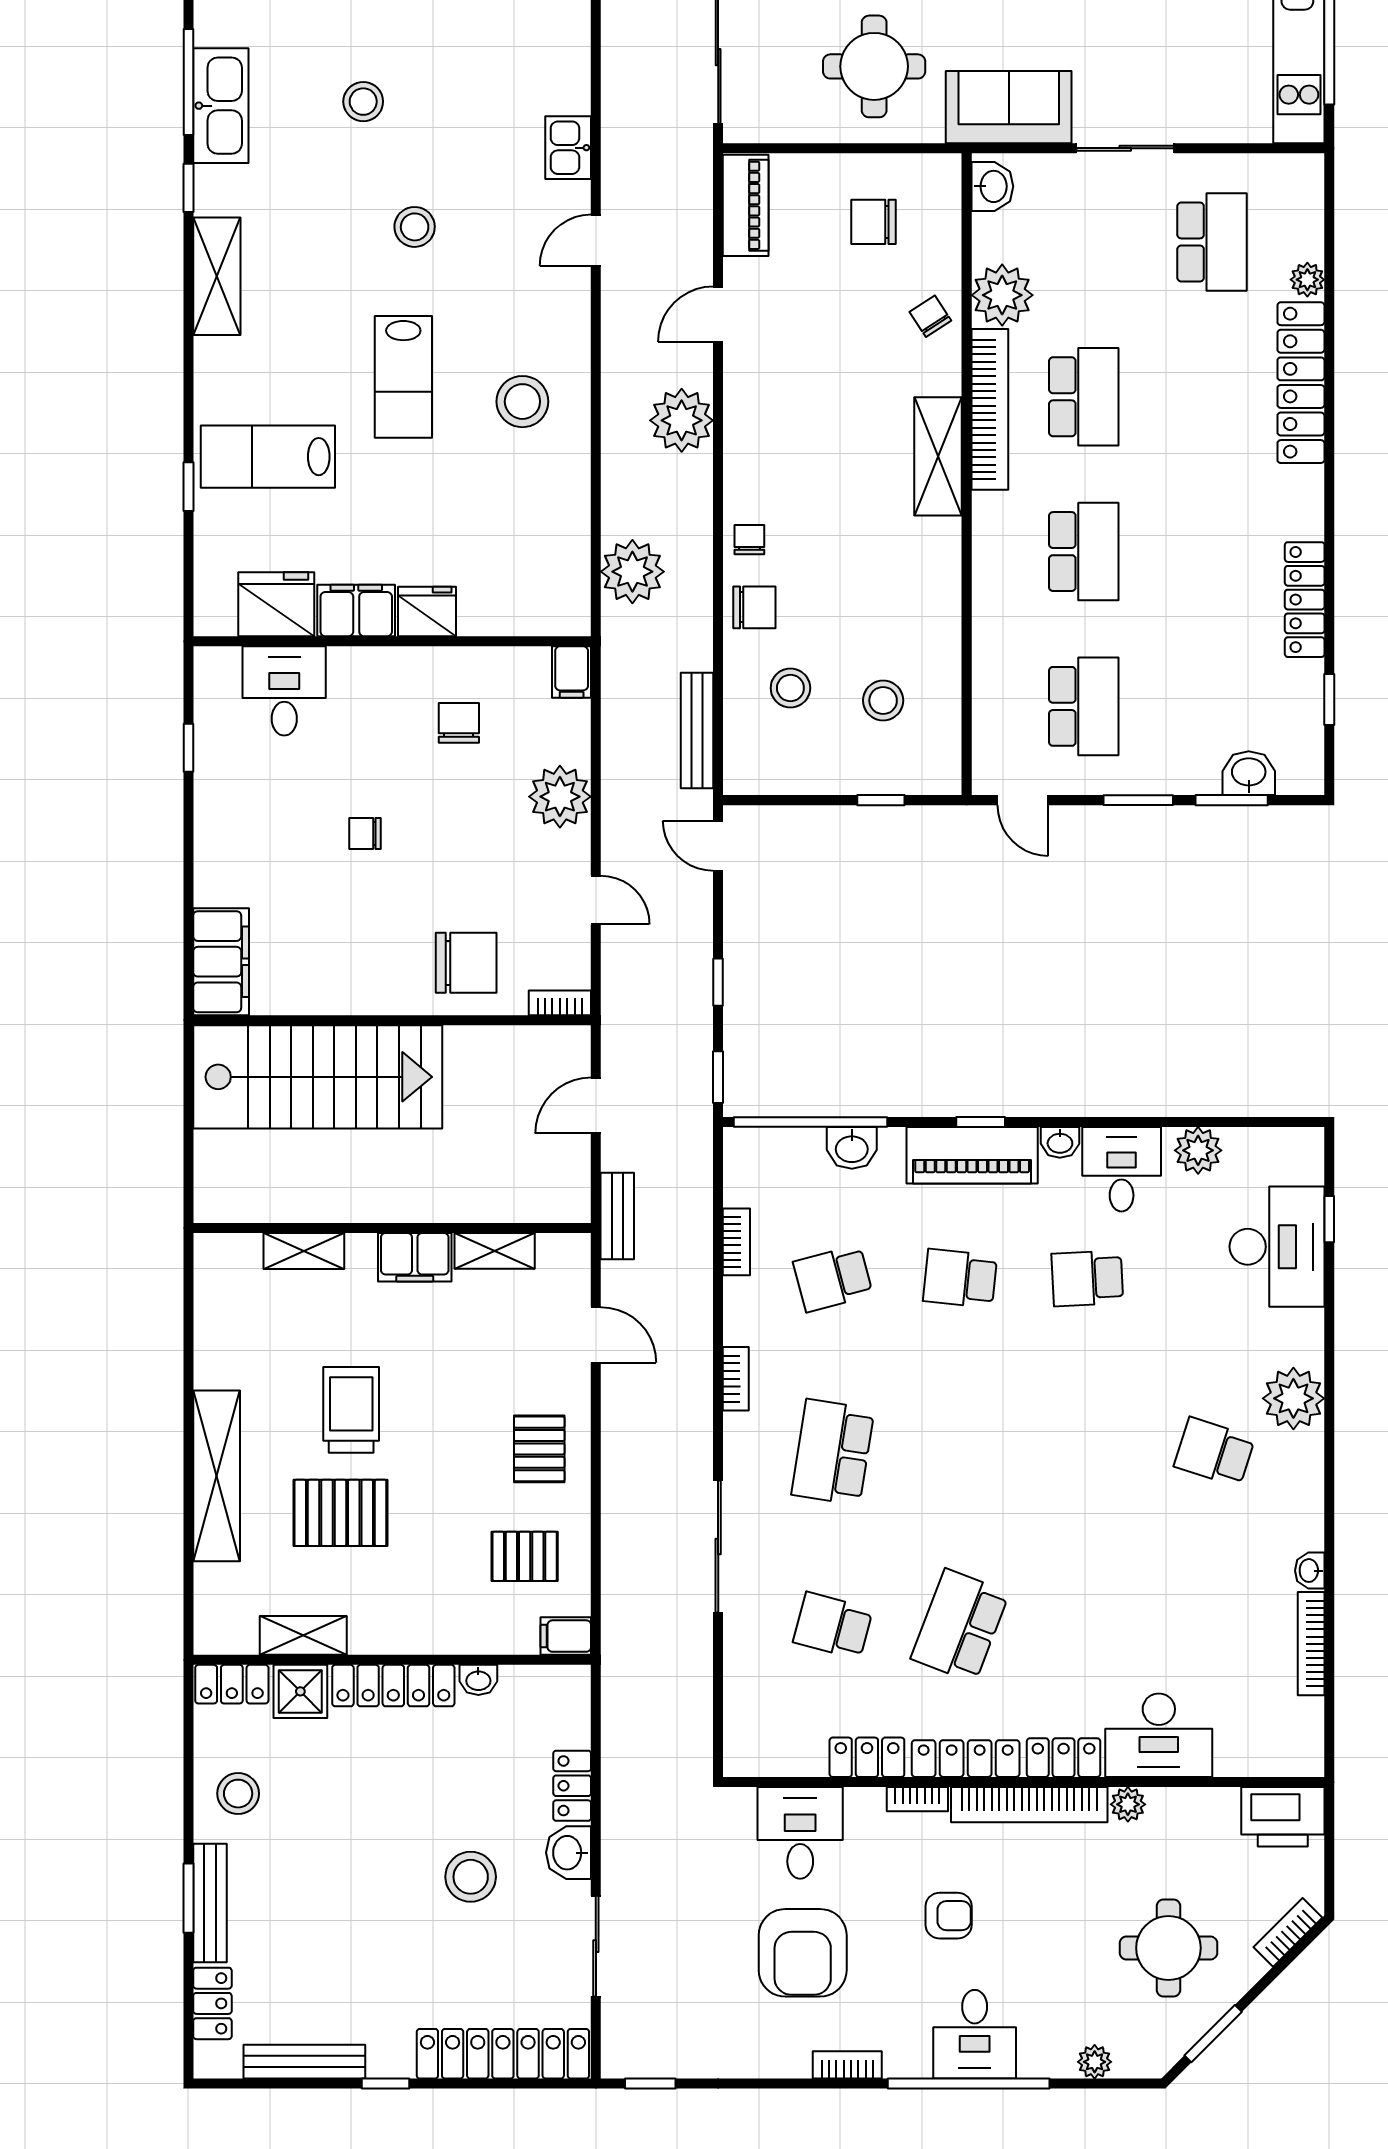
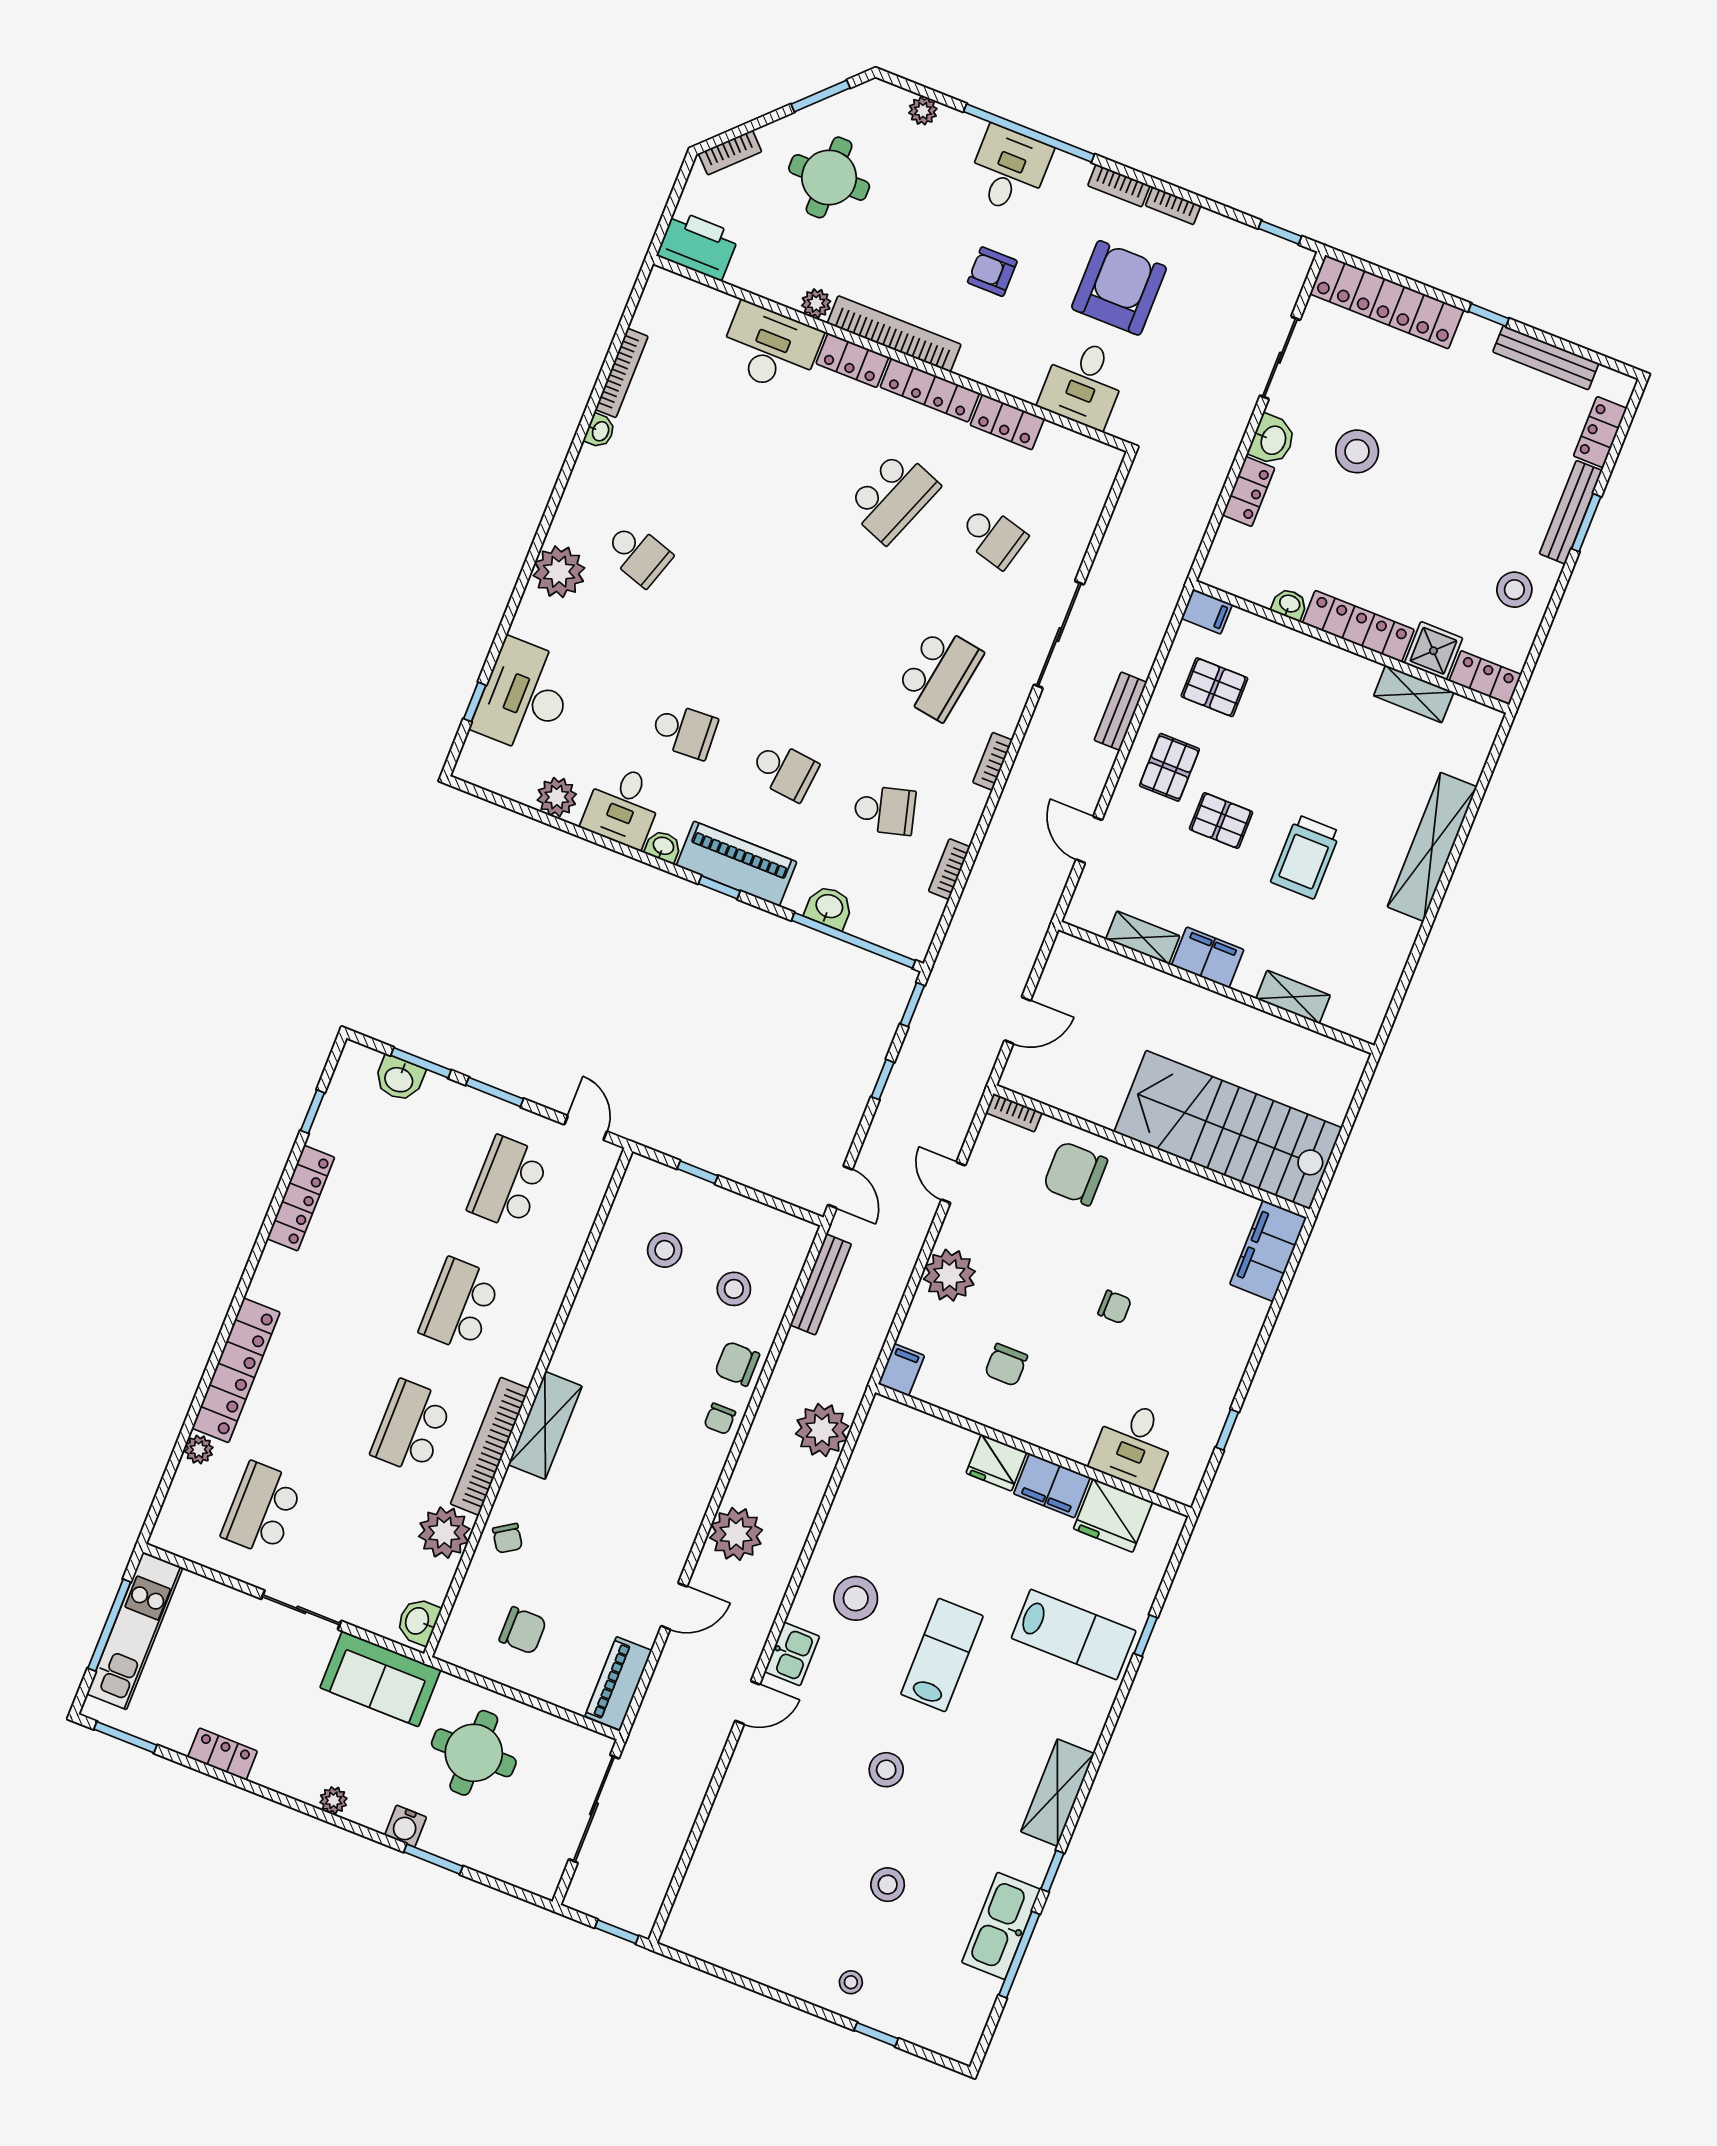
kitchen sink: (568, 148) -> (792, 1654), moved
bench: (617, 1216) -> (1120, 711), moved
pallet: (340, 1513) -> (1221, 821), moved, width x0.67, depth x0.71
bookcase: (917, 1799) -> (1173, 206), moved, turned 180

